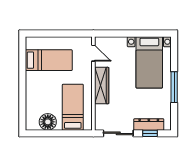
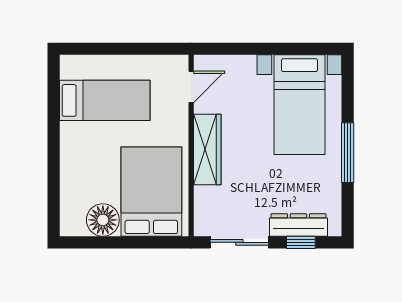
door: (93, 53) -> (191, 87), hinge flipped
bed: (73, 107) -> (151, 192), width x1.50

